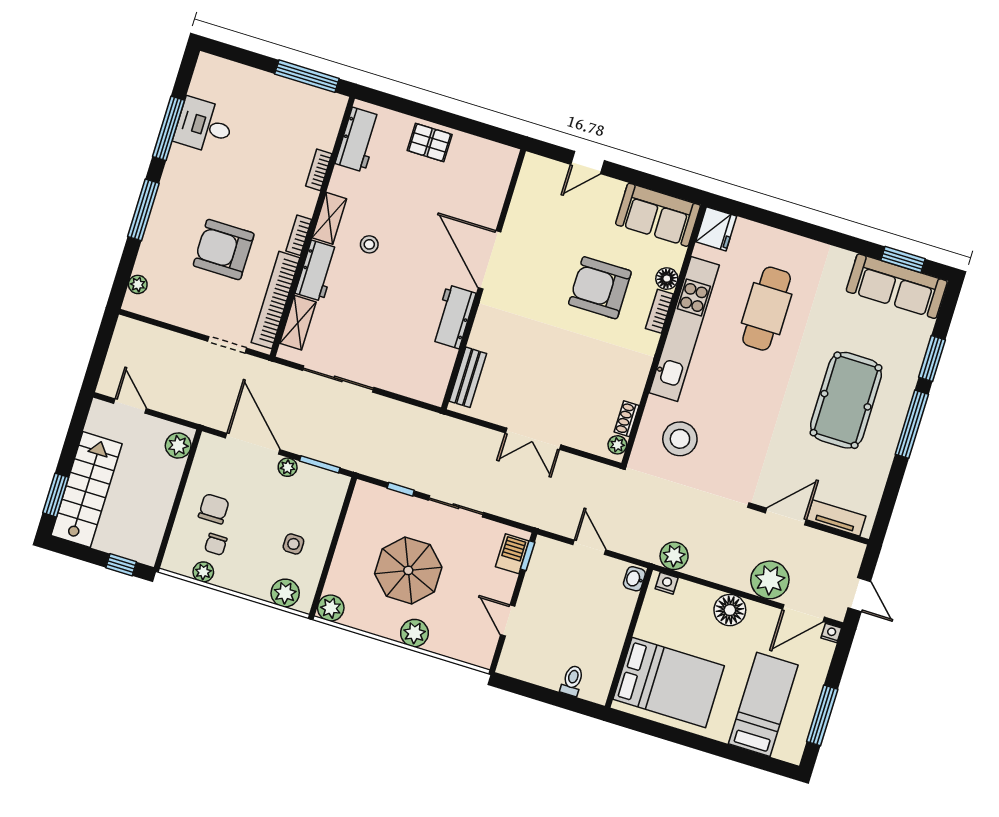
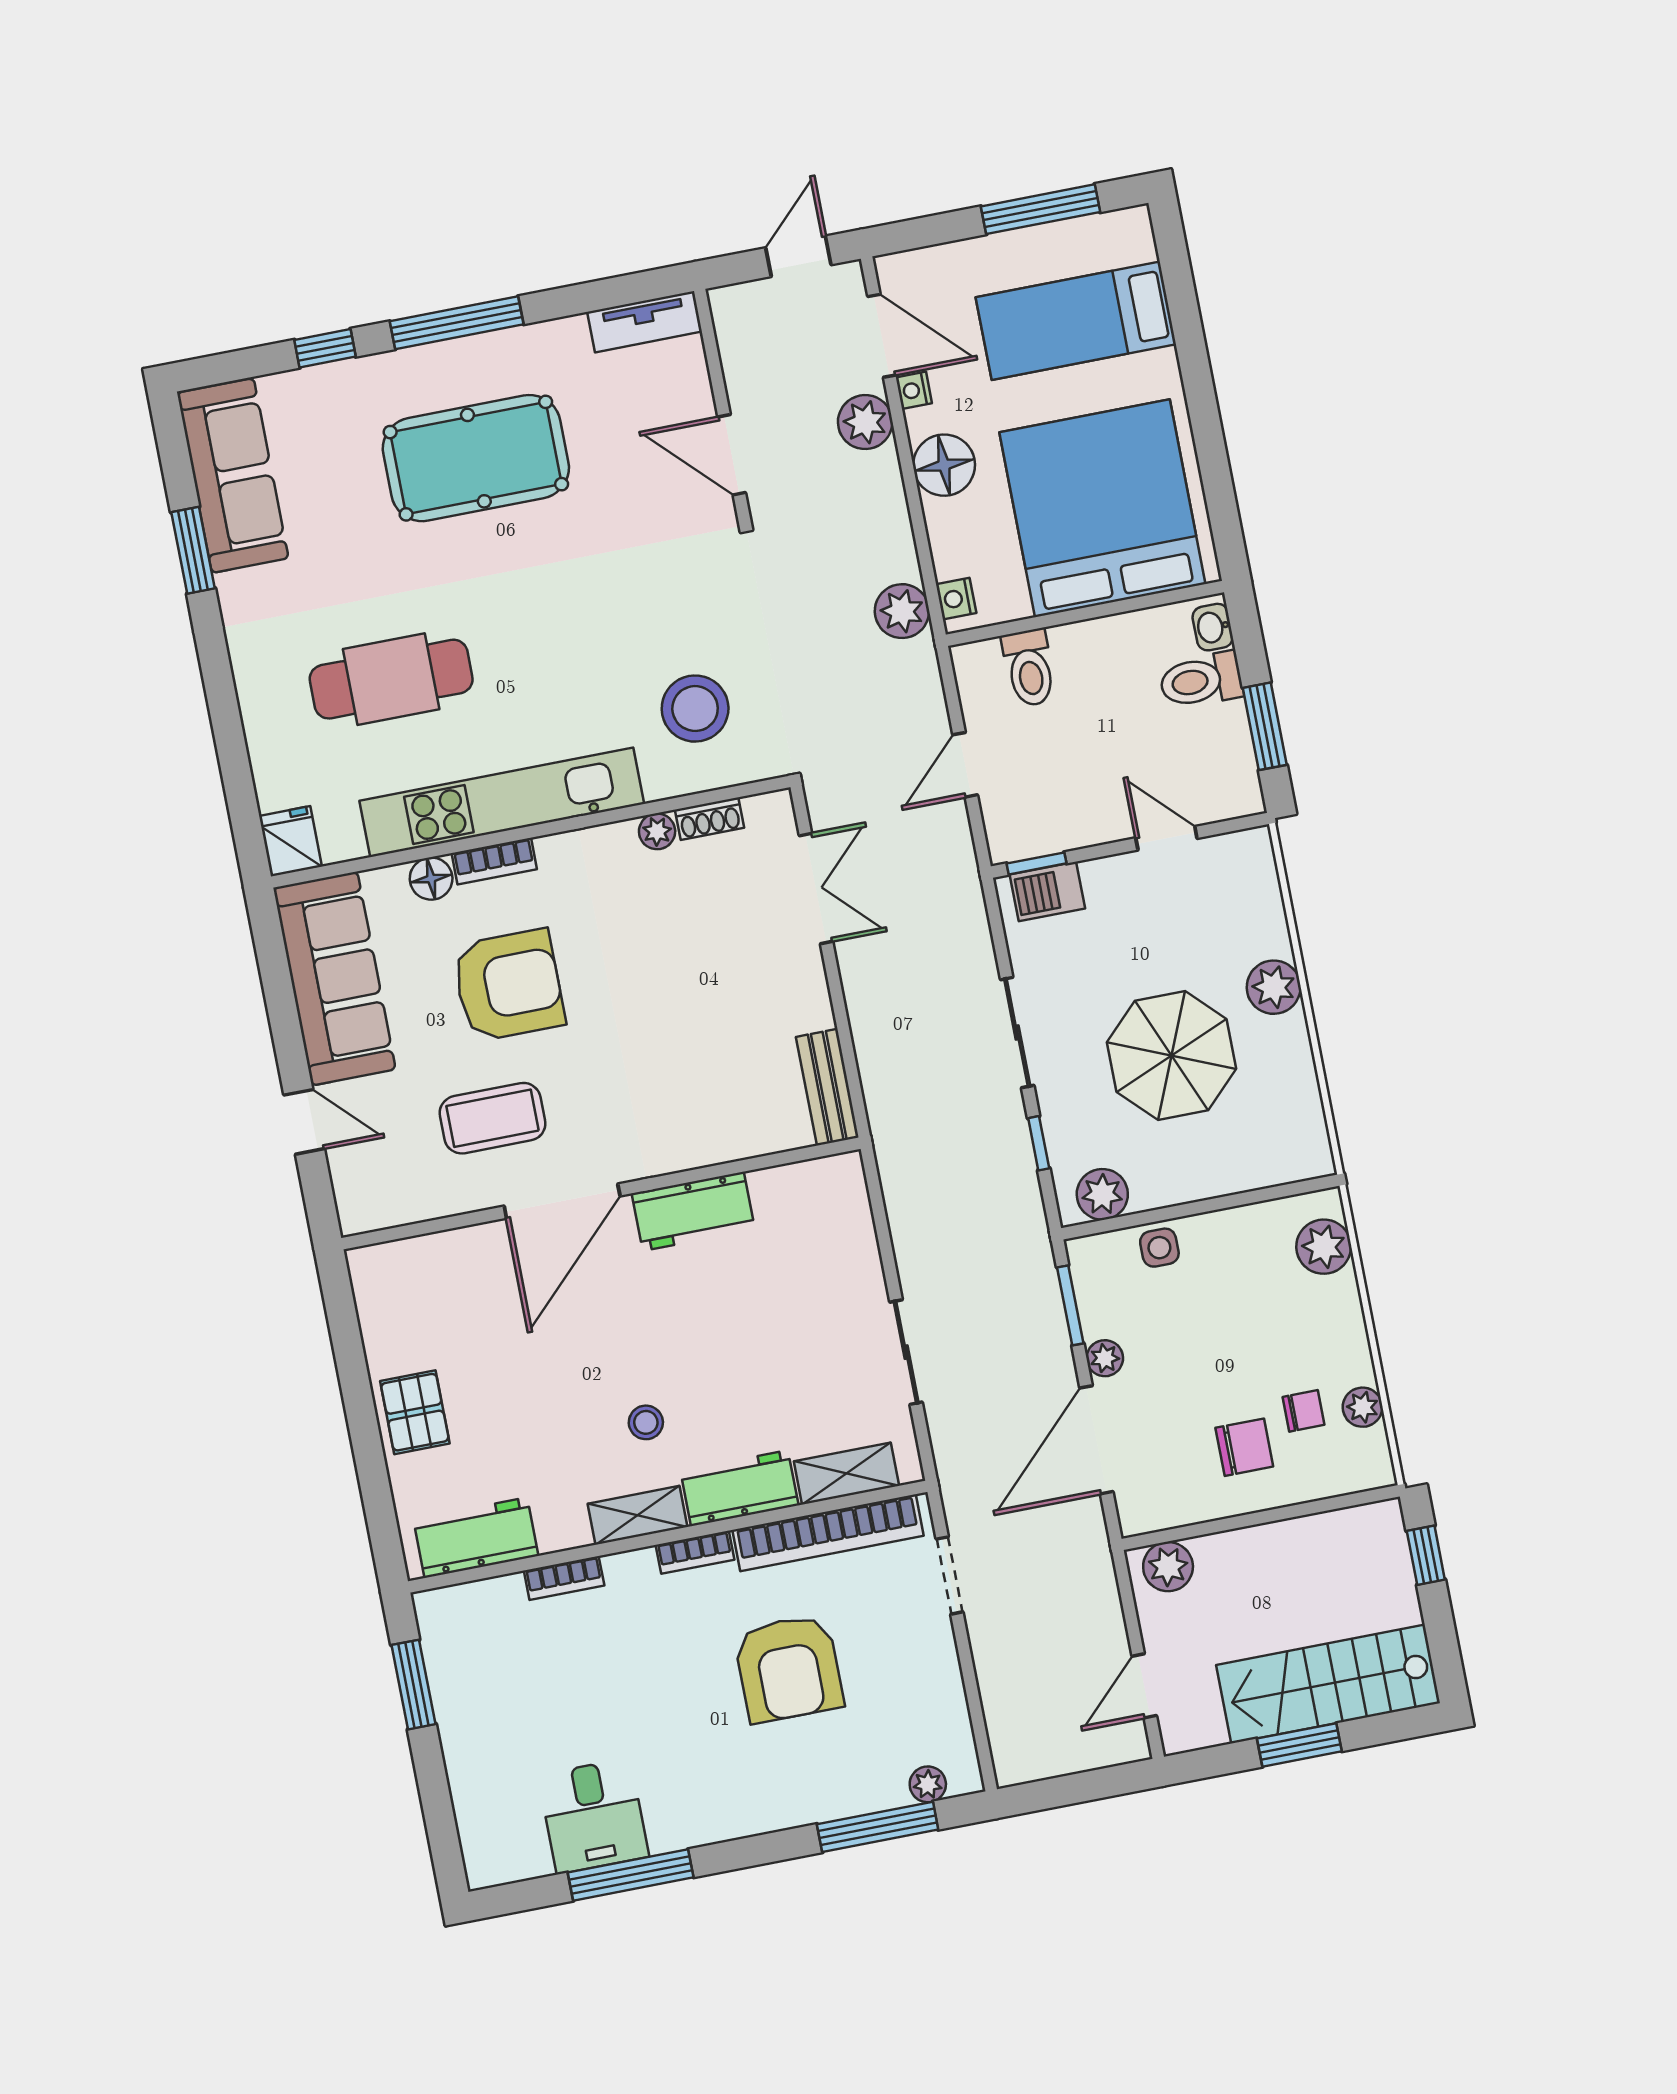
window: (307, 76) -> (413, 1685), width x0.69
window: (143, 210) -> (878, 1827), moved
sofa: (658, 215) -> (334, 979), width x1.36
fridge: (716, 229) -> (290, 841), width x0.72
coffee table: (544, 248) -> (493, 1118), added
window: (903, 260) -> (193, 550), moved
armchair: (600, 288) -> (508, 985), turned -90
window: (932, 359) -> (325, 348), width x0.67
bench: (468, 377) -> (827, 1087), moved, turned 90
sliding door: (338, 379) -> (906, 1352), width x0.73
double door: (533, 439) -> (816, 888), moved
plant: (617, 445) -> (657, 831), moved
window: (56, 495) -> (1299, 1745), moved
chair: (214, 509) -> (1244, 1447), turned 180
tv unit: (836, 518) -> (645, 322), moved, turned -90
side table: (293, 544) -> (1159, 1248), moved
washbasin: (634, 579) -> (1213, 627), moved, turned 90
plant: (770, 580) -> (865, 422), width x0.73, depth x0.73
toilet: (618, 600) -> (1029, 668), added
plant: (331, 608) -> (1102, 1194), moved
door: (508, 620) -> (1166, 838), swing flipped
nightstand: (831, 633) -> (914, 390), moved
toilet: (572, 681) -> (1201, 680), width x1.37, depth x1.39
bed: (669, 682) -> (1102, 508), width x1.36
window: (535, 692) -> (1265, 726), added

